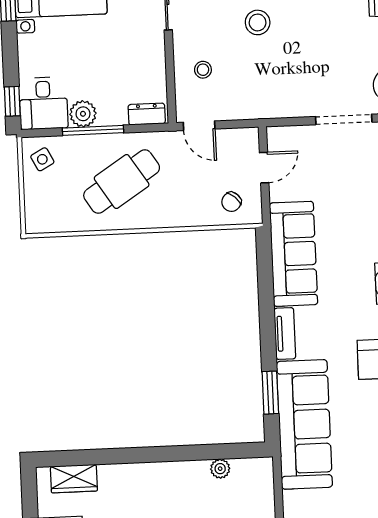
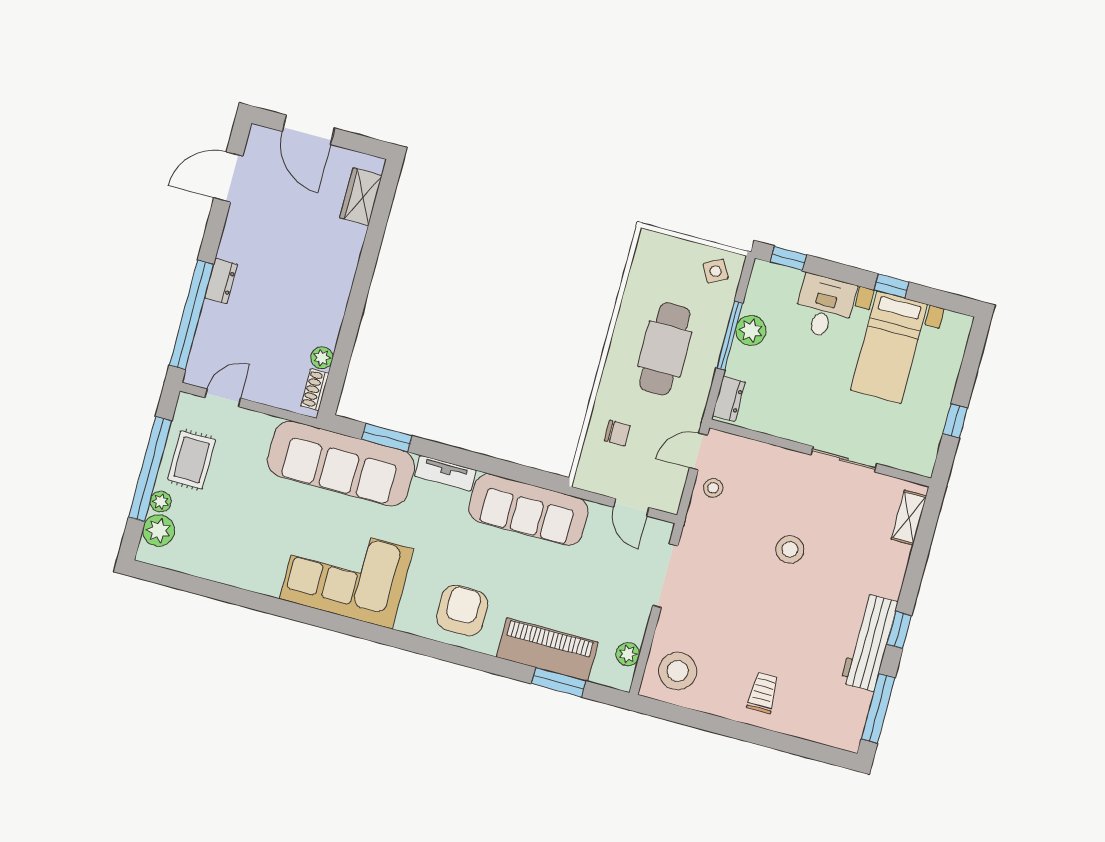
stool: (203, 70) -> (713, 488), moved
desk: (43, 103) -> (825, 307), moved, turned 90
doorway: (344, 119) -> (665, 576), moved
cafe table: (122, 182) -> (665, 349), turned 33
chair: (231, 202) -> (617, 433), moved, turned 138
shoe rack: (249, 466) -> (315, 390), added

